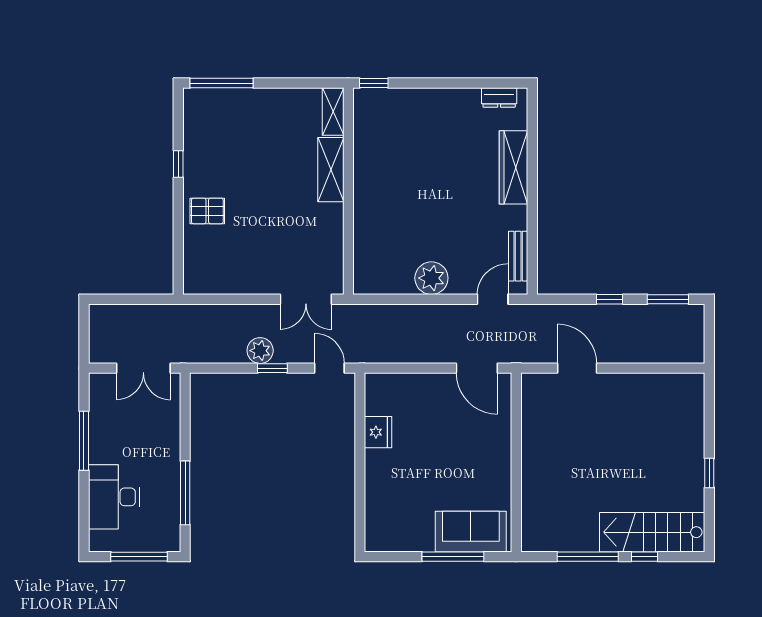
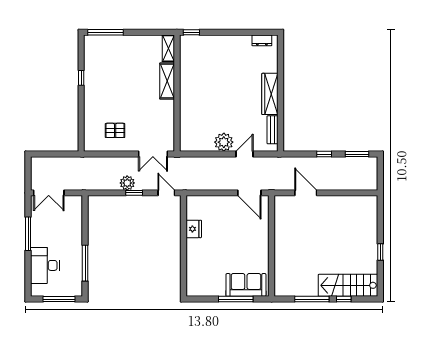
wardrobe: (513, 167) -> (270, 94), moved
pallet: (207, 211) -> (115, 130), moved
door: (493, 299) -> (245, 154), moved
double door: (143, 368) -> (49, 193), moved

